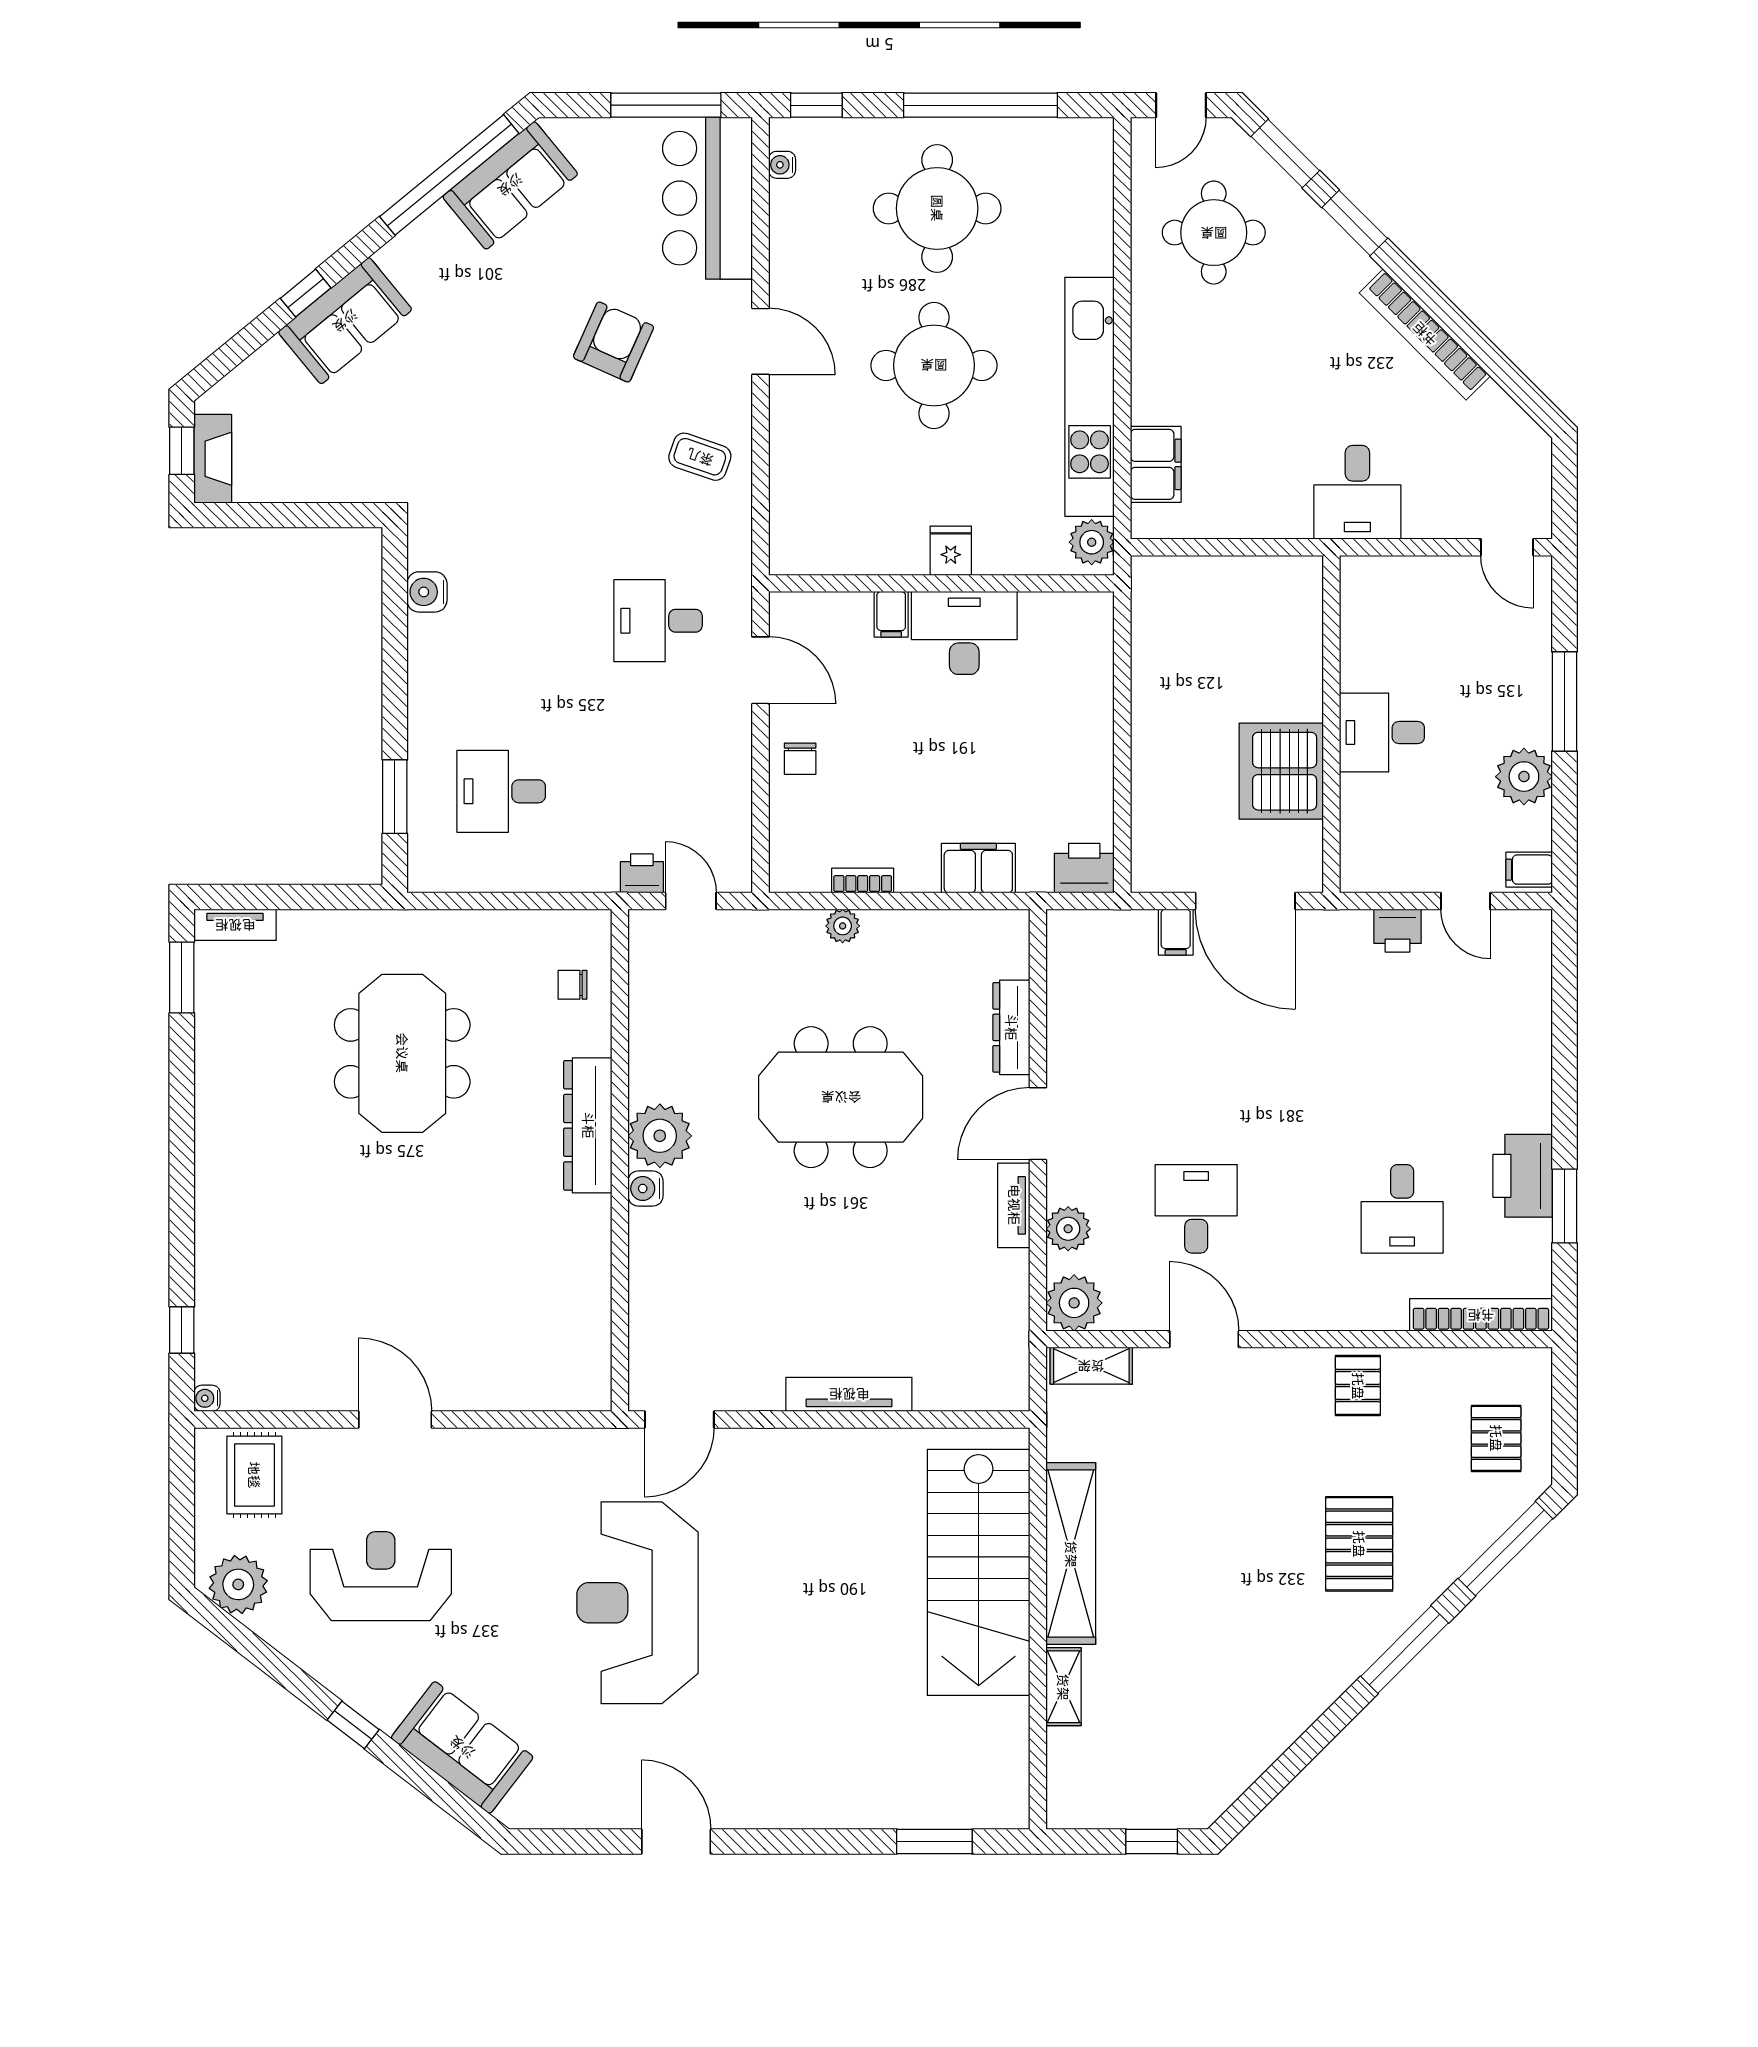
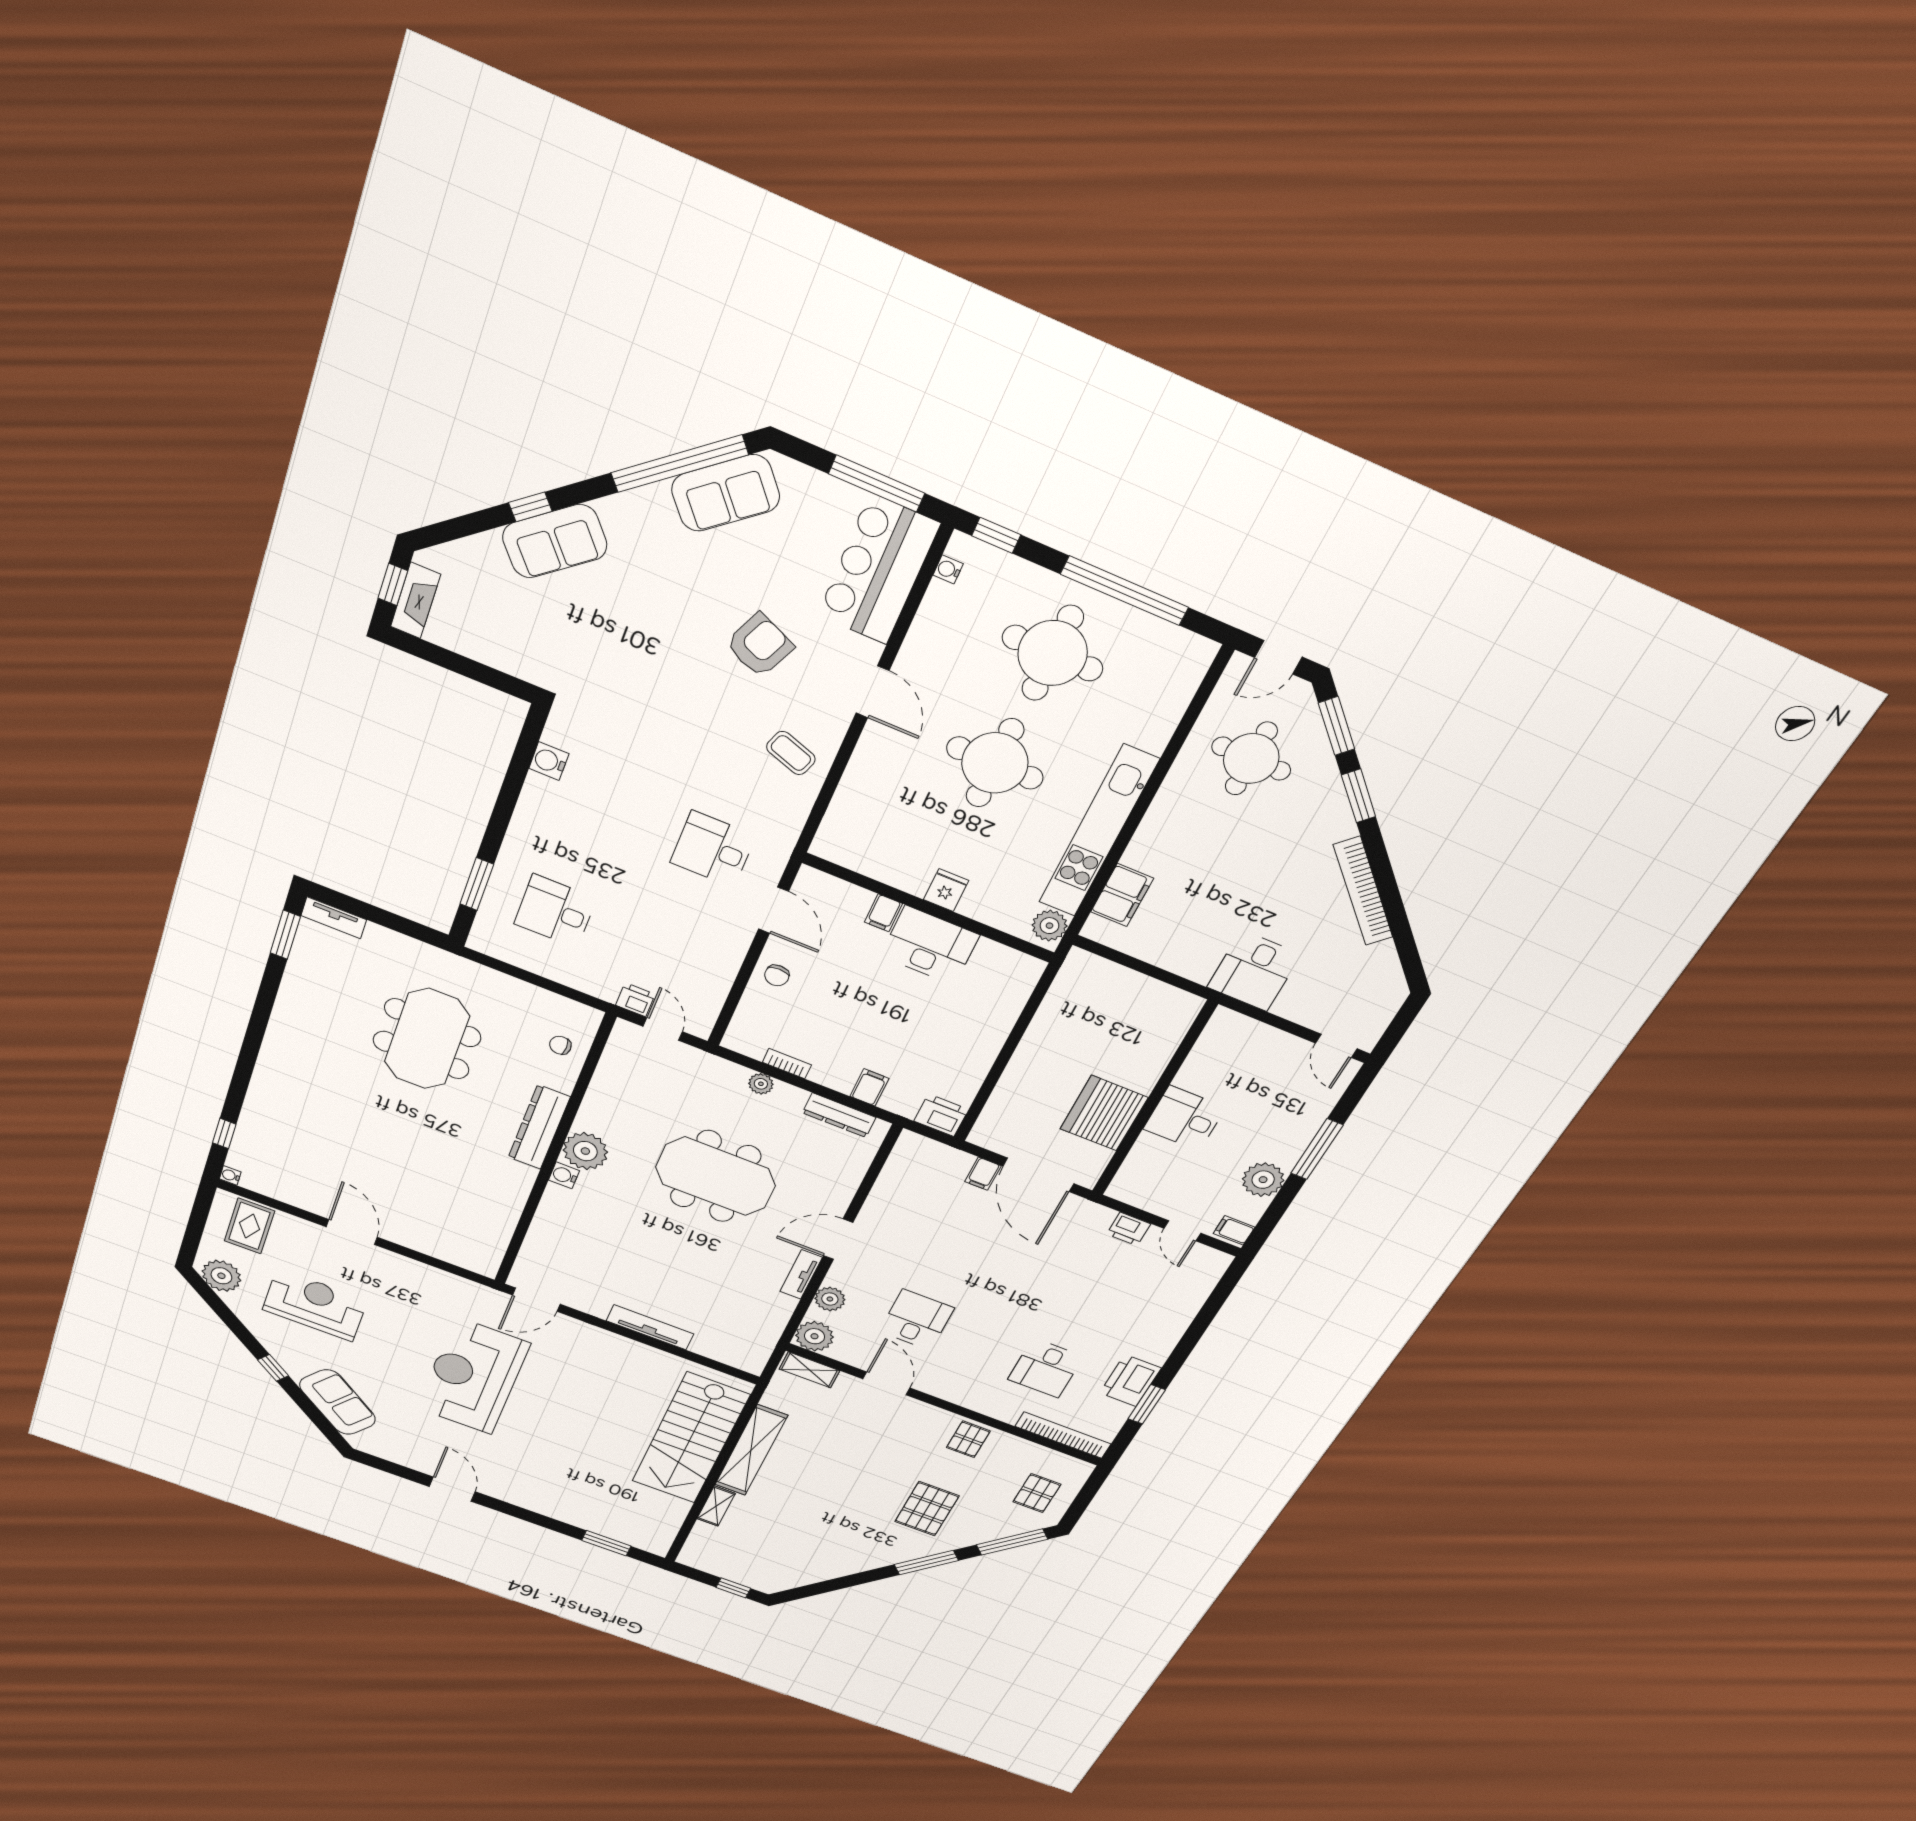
filing cabinet: (978, 868) -> (869, 1087), width x0.50
dresser: (1011, 1027) -> (839, 1115), moved, turned -90

